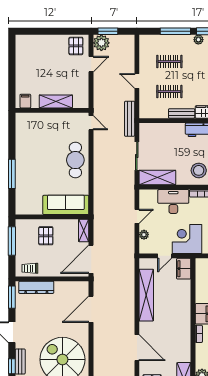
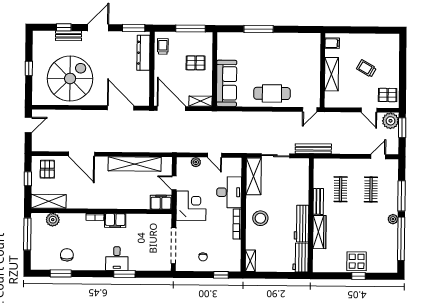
trolley: (50, 67) -> (366, 68), added
door: (137, 81) -> (378, 157), moved
door: (137, 348) -> (81, 154), hinge flipped

